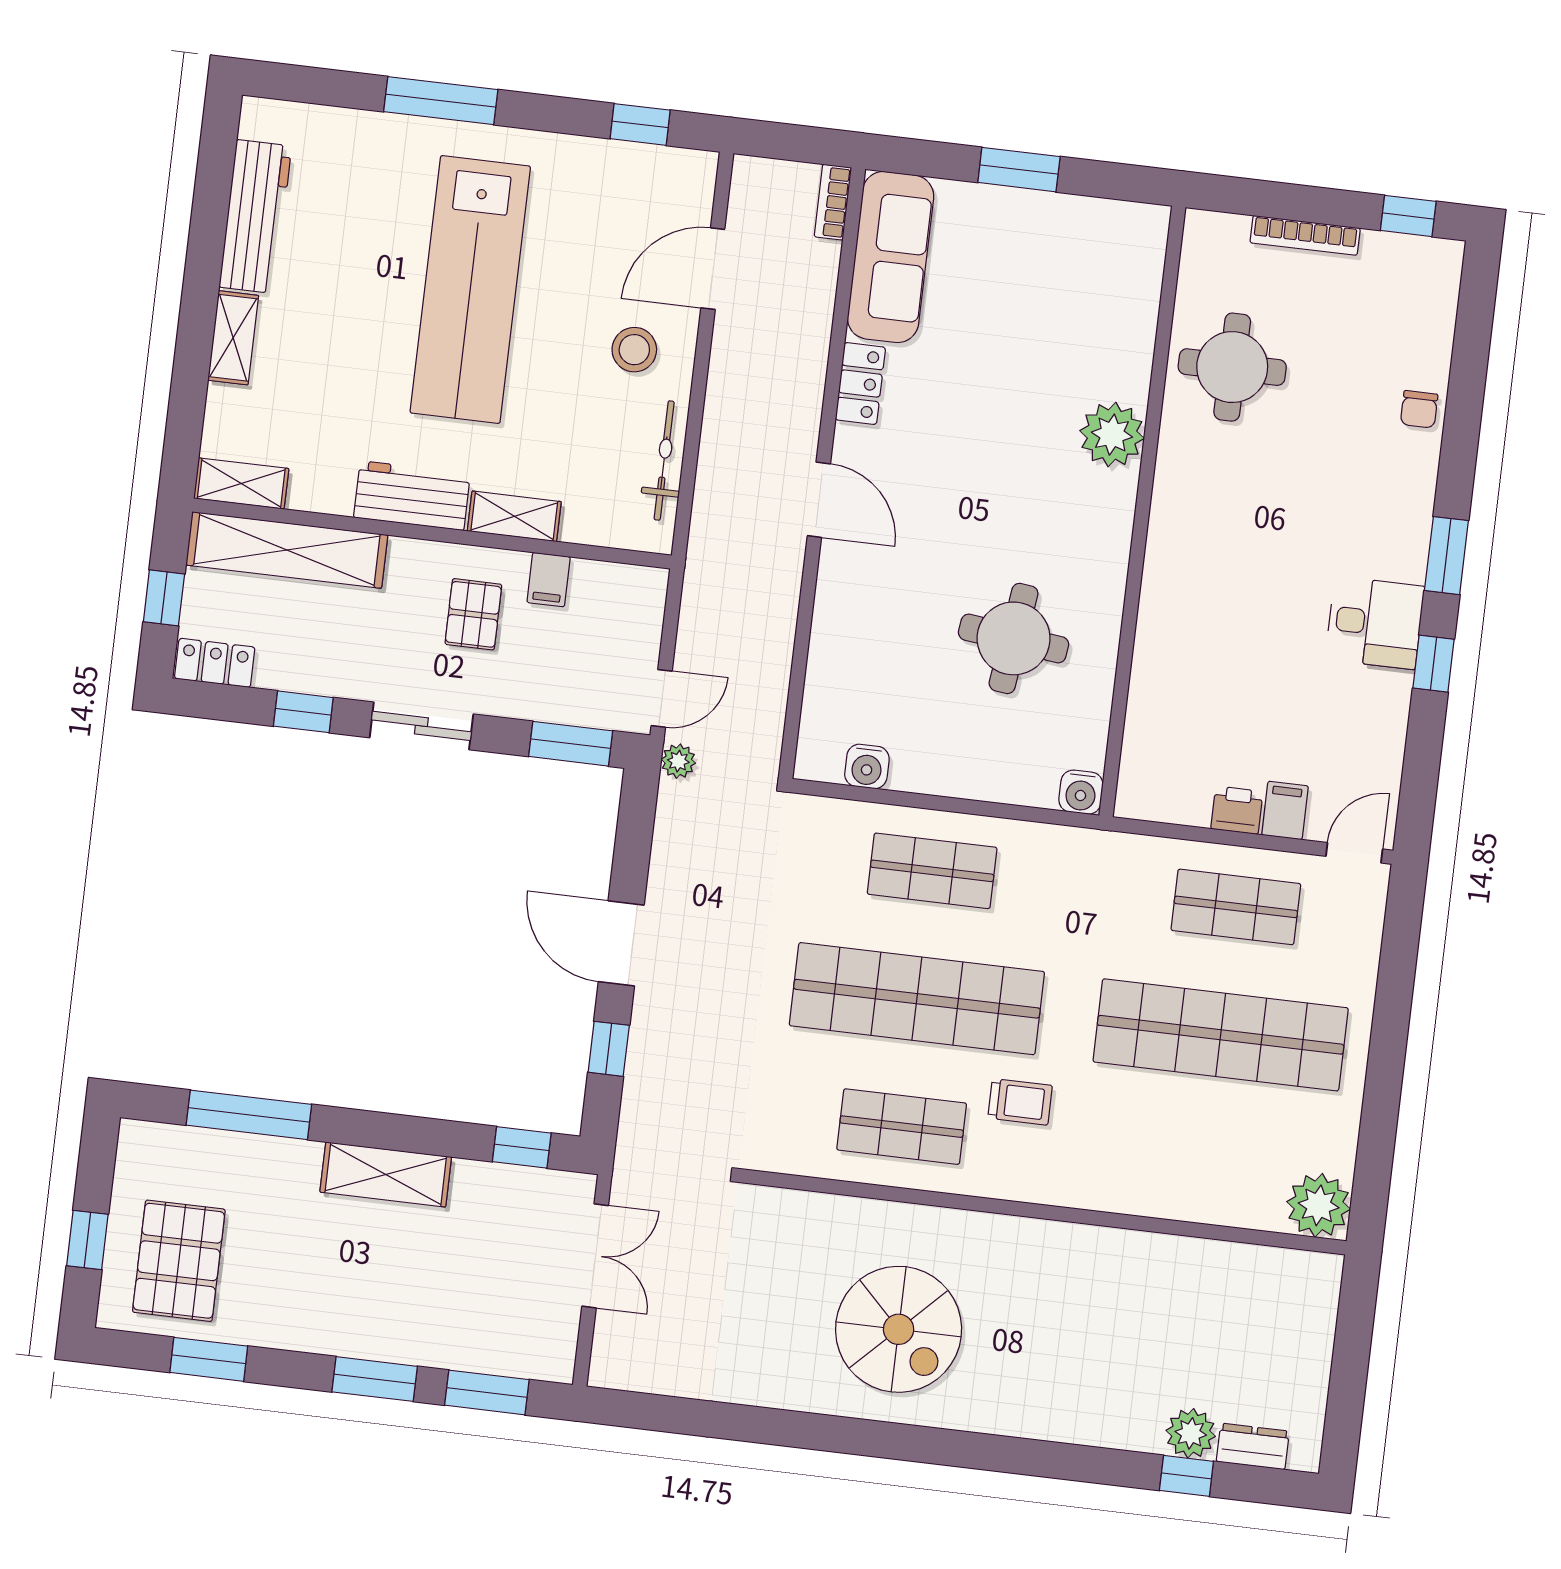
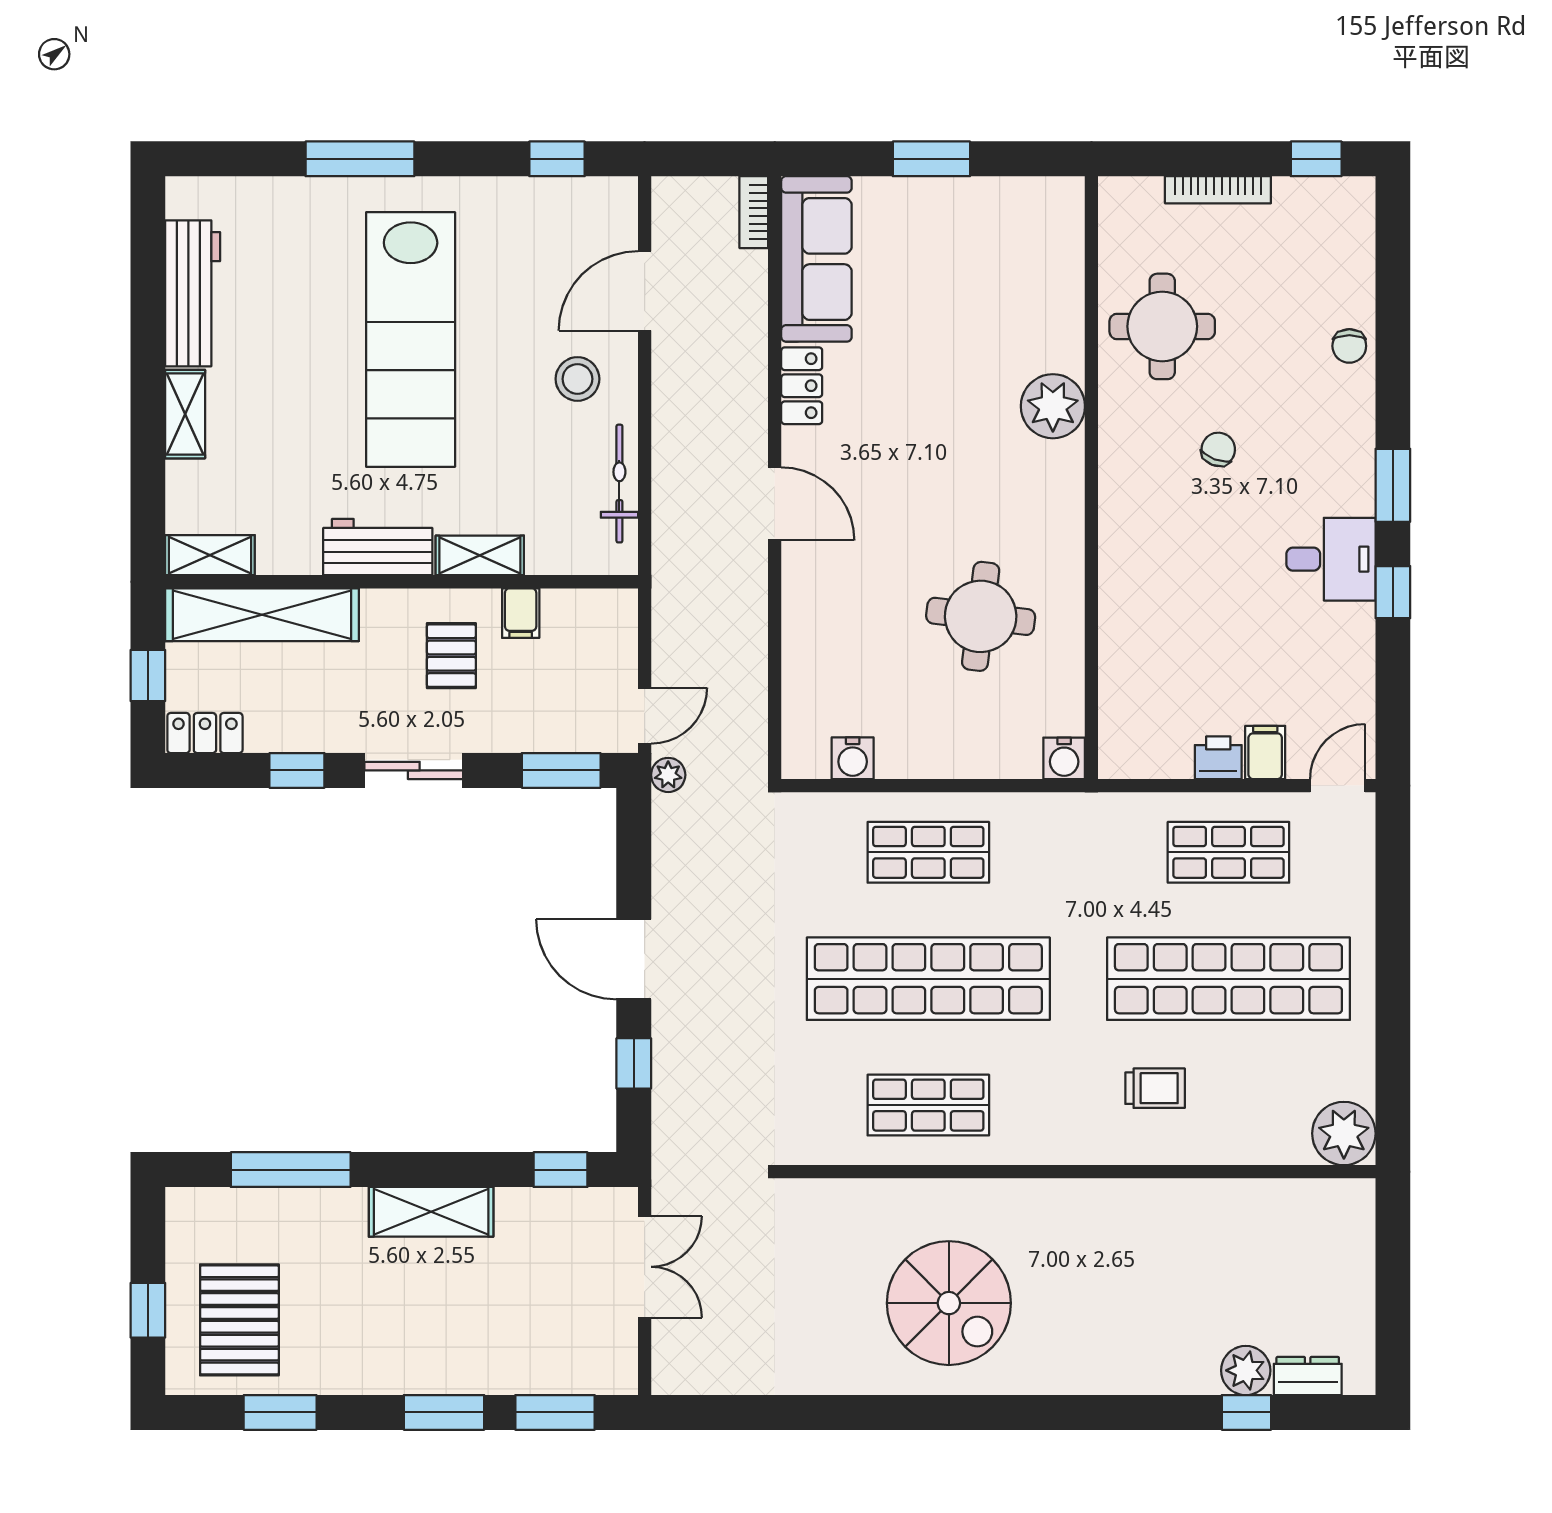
chair: (1274, 498) -> (1218, 449), added
trolley: (1020, 1102) -> (1155, 1088), moved

